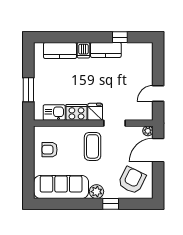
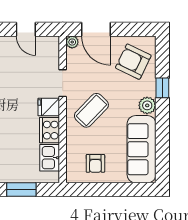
coffee table: (93, 146) -> (91, 110), turned -46

